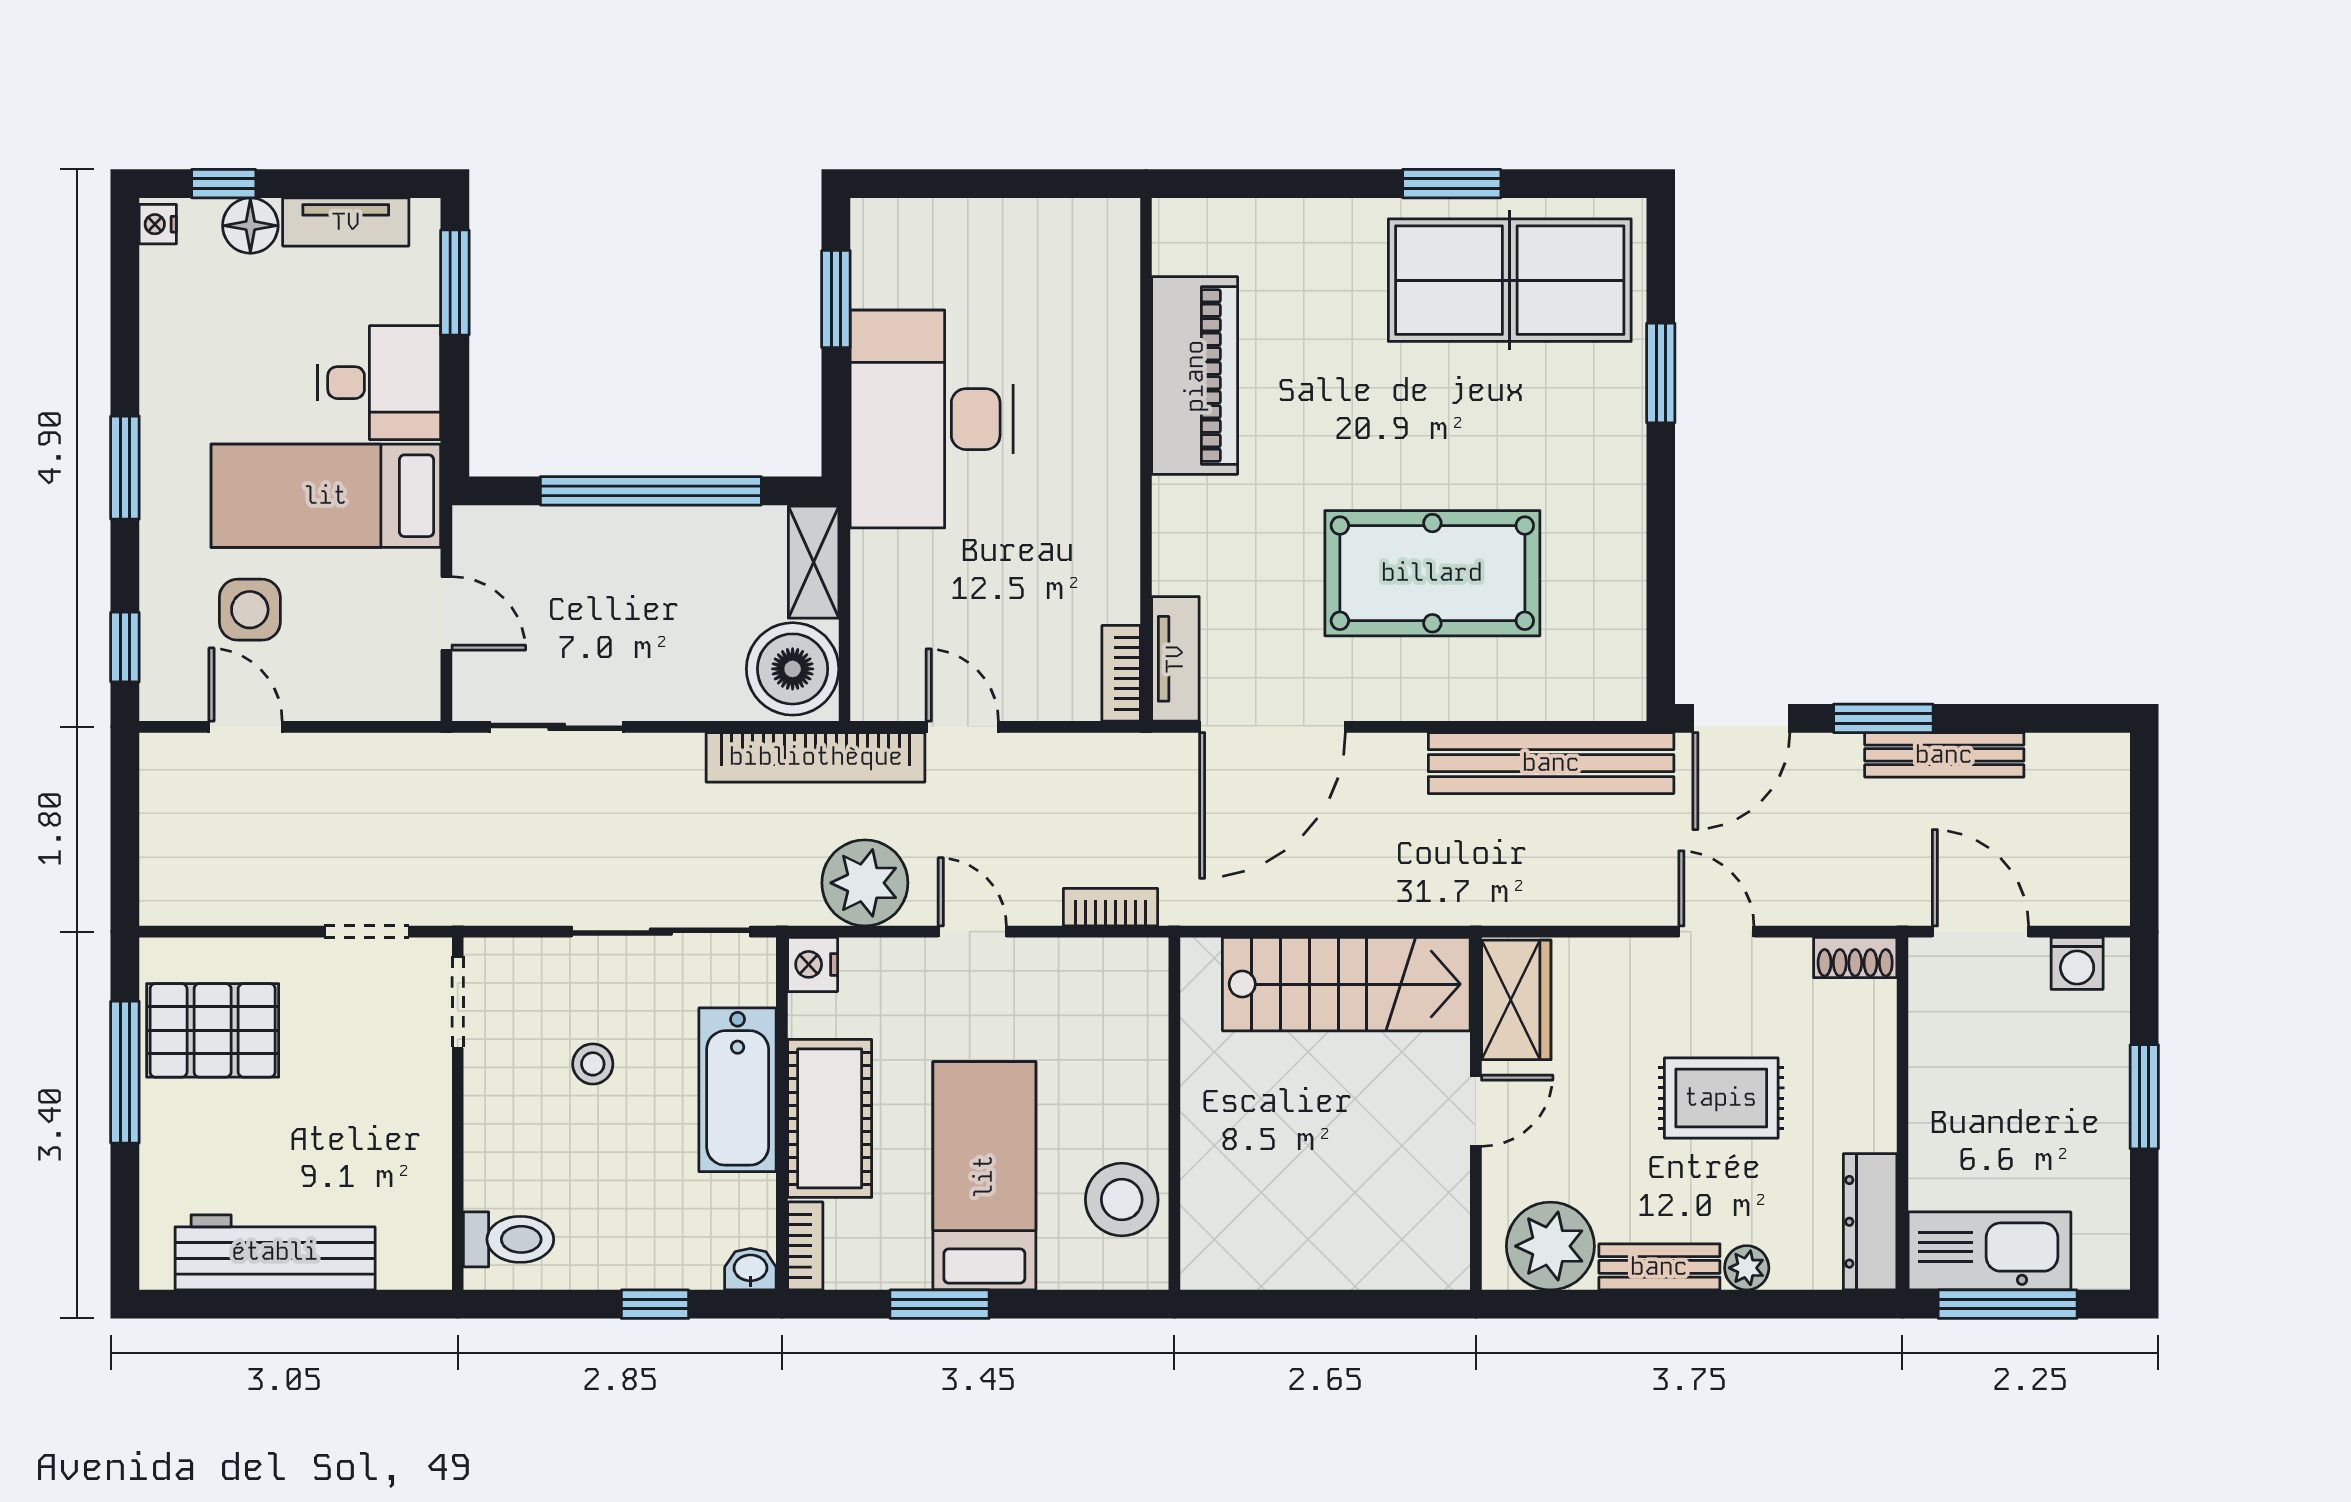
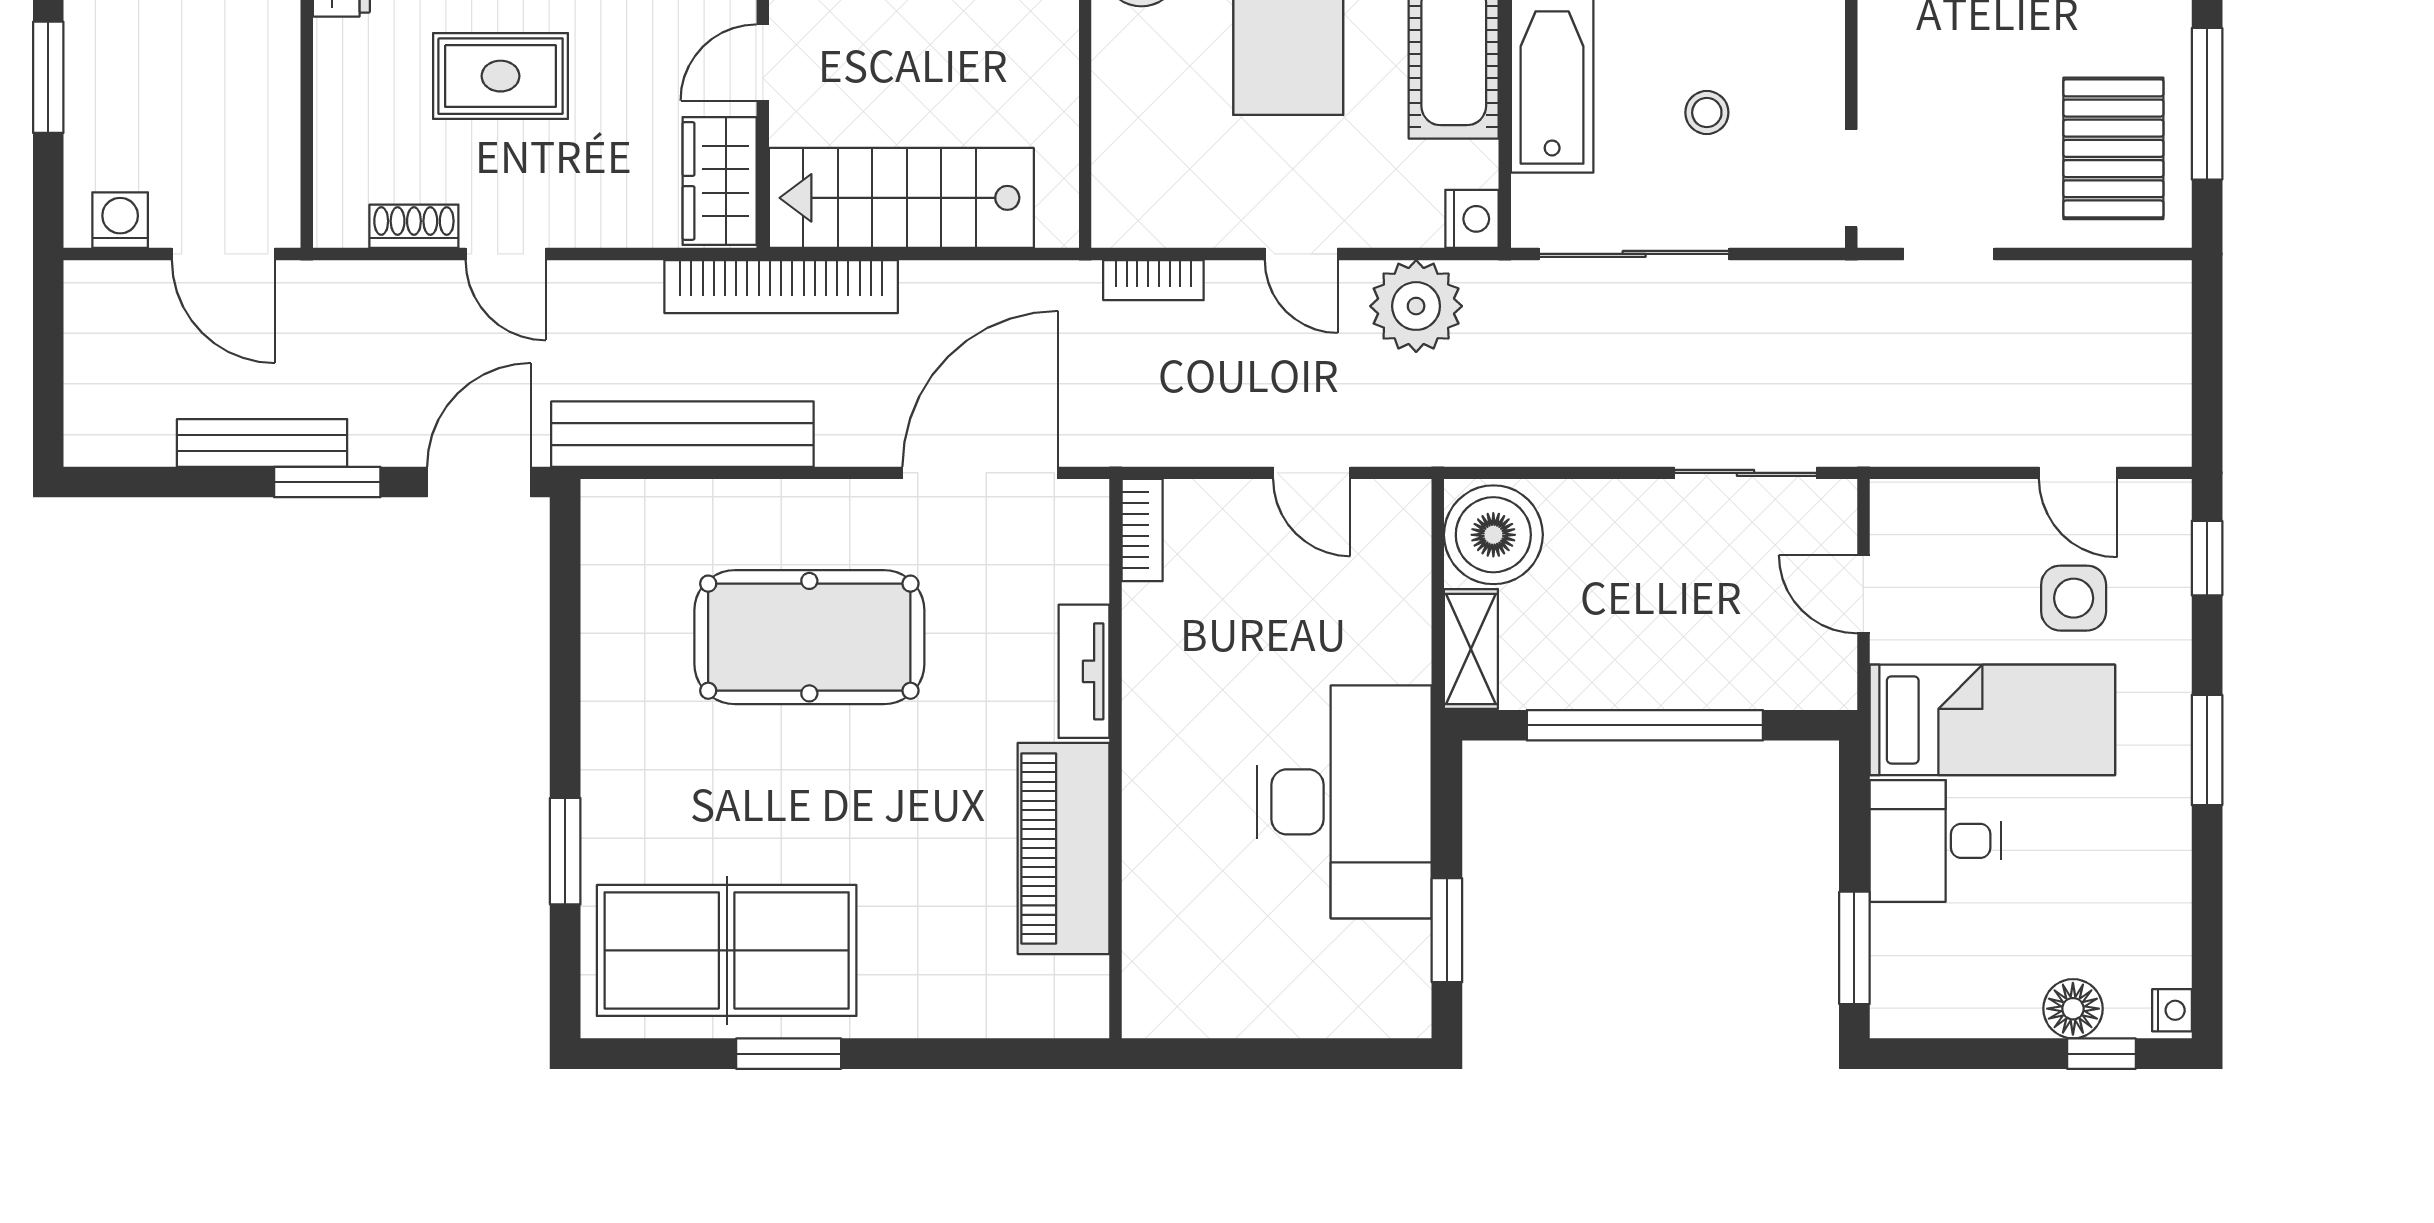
tv unit: (346, 222) -> (1971, 1013), removed
tv unit: (1175, 659) -> (1084, 671), moved
bookcase: (816, 757) -> (781, 287), moved, turned 180
shoe rack: (1855, 958) -> (414, 226), moved
pallet: (213, 1030) -> (2113, 148), turned 90

